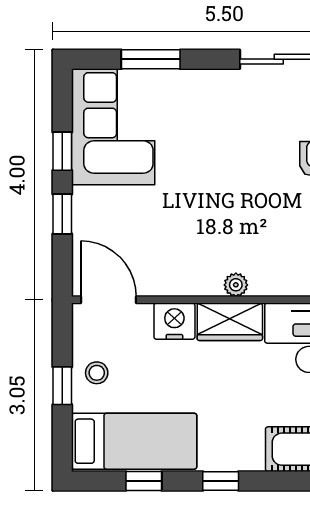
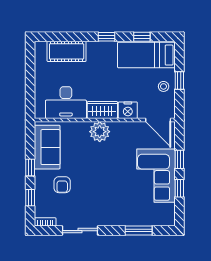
corner sofa: (113, 127) -> (156, 176), moved
plant: (236, 285) -> (100, 132), width x1.87, depth x1.87

